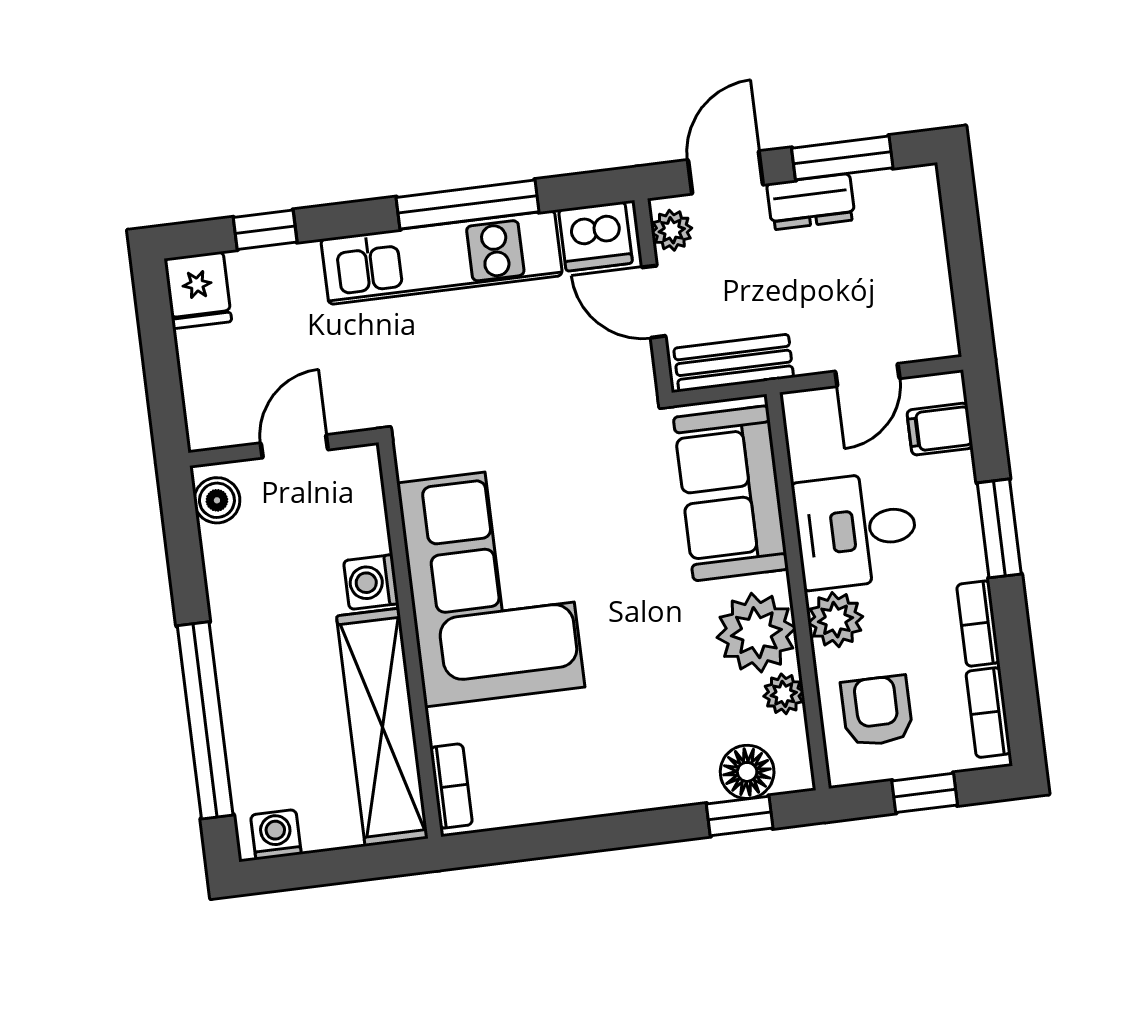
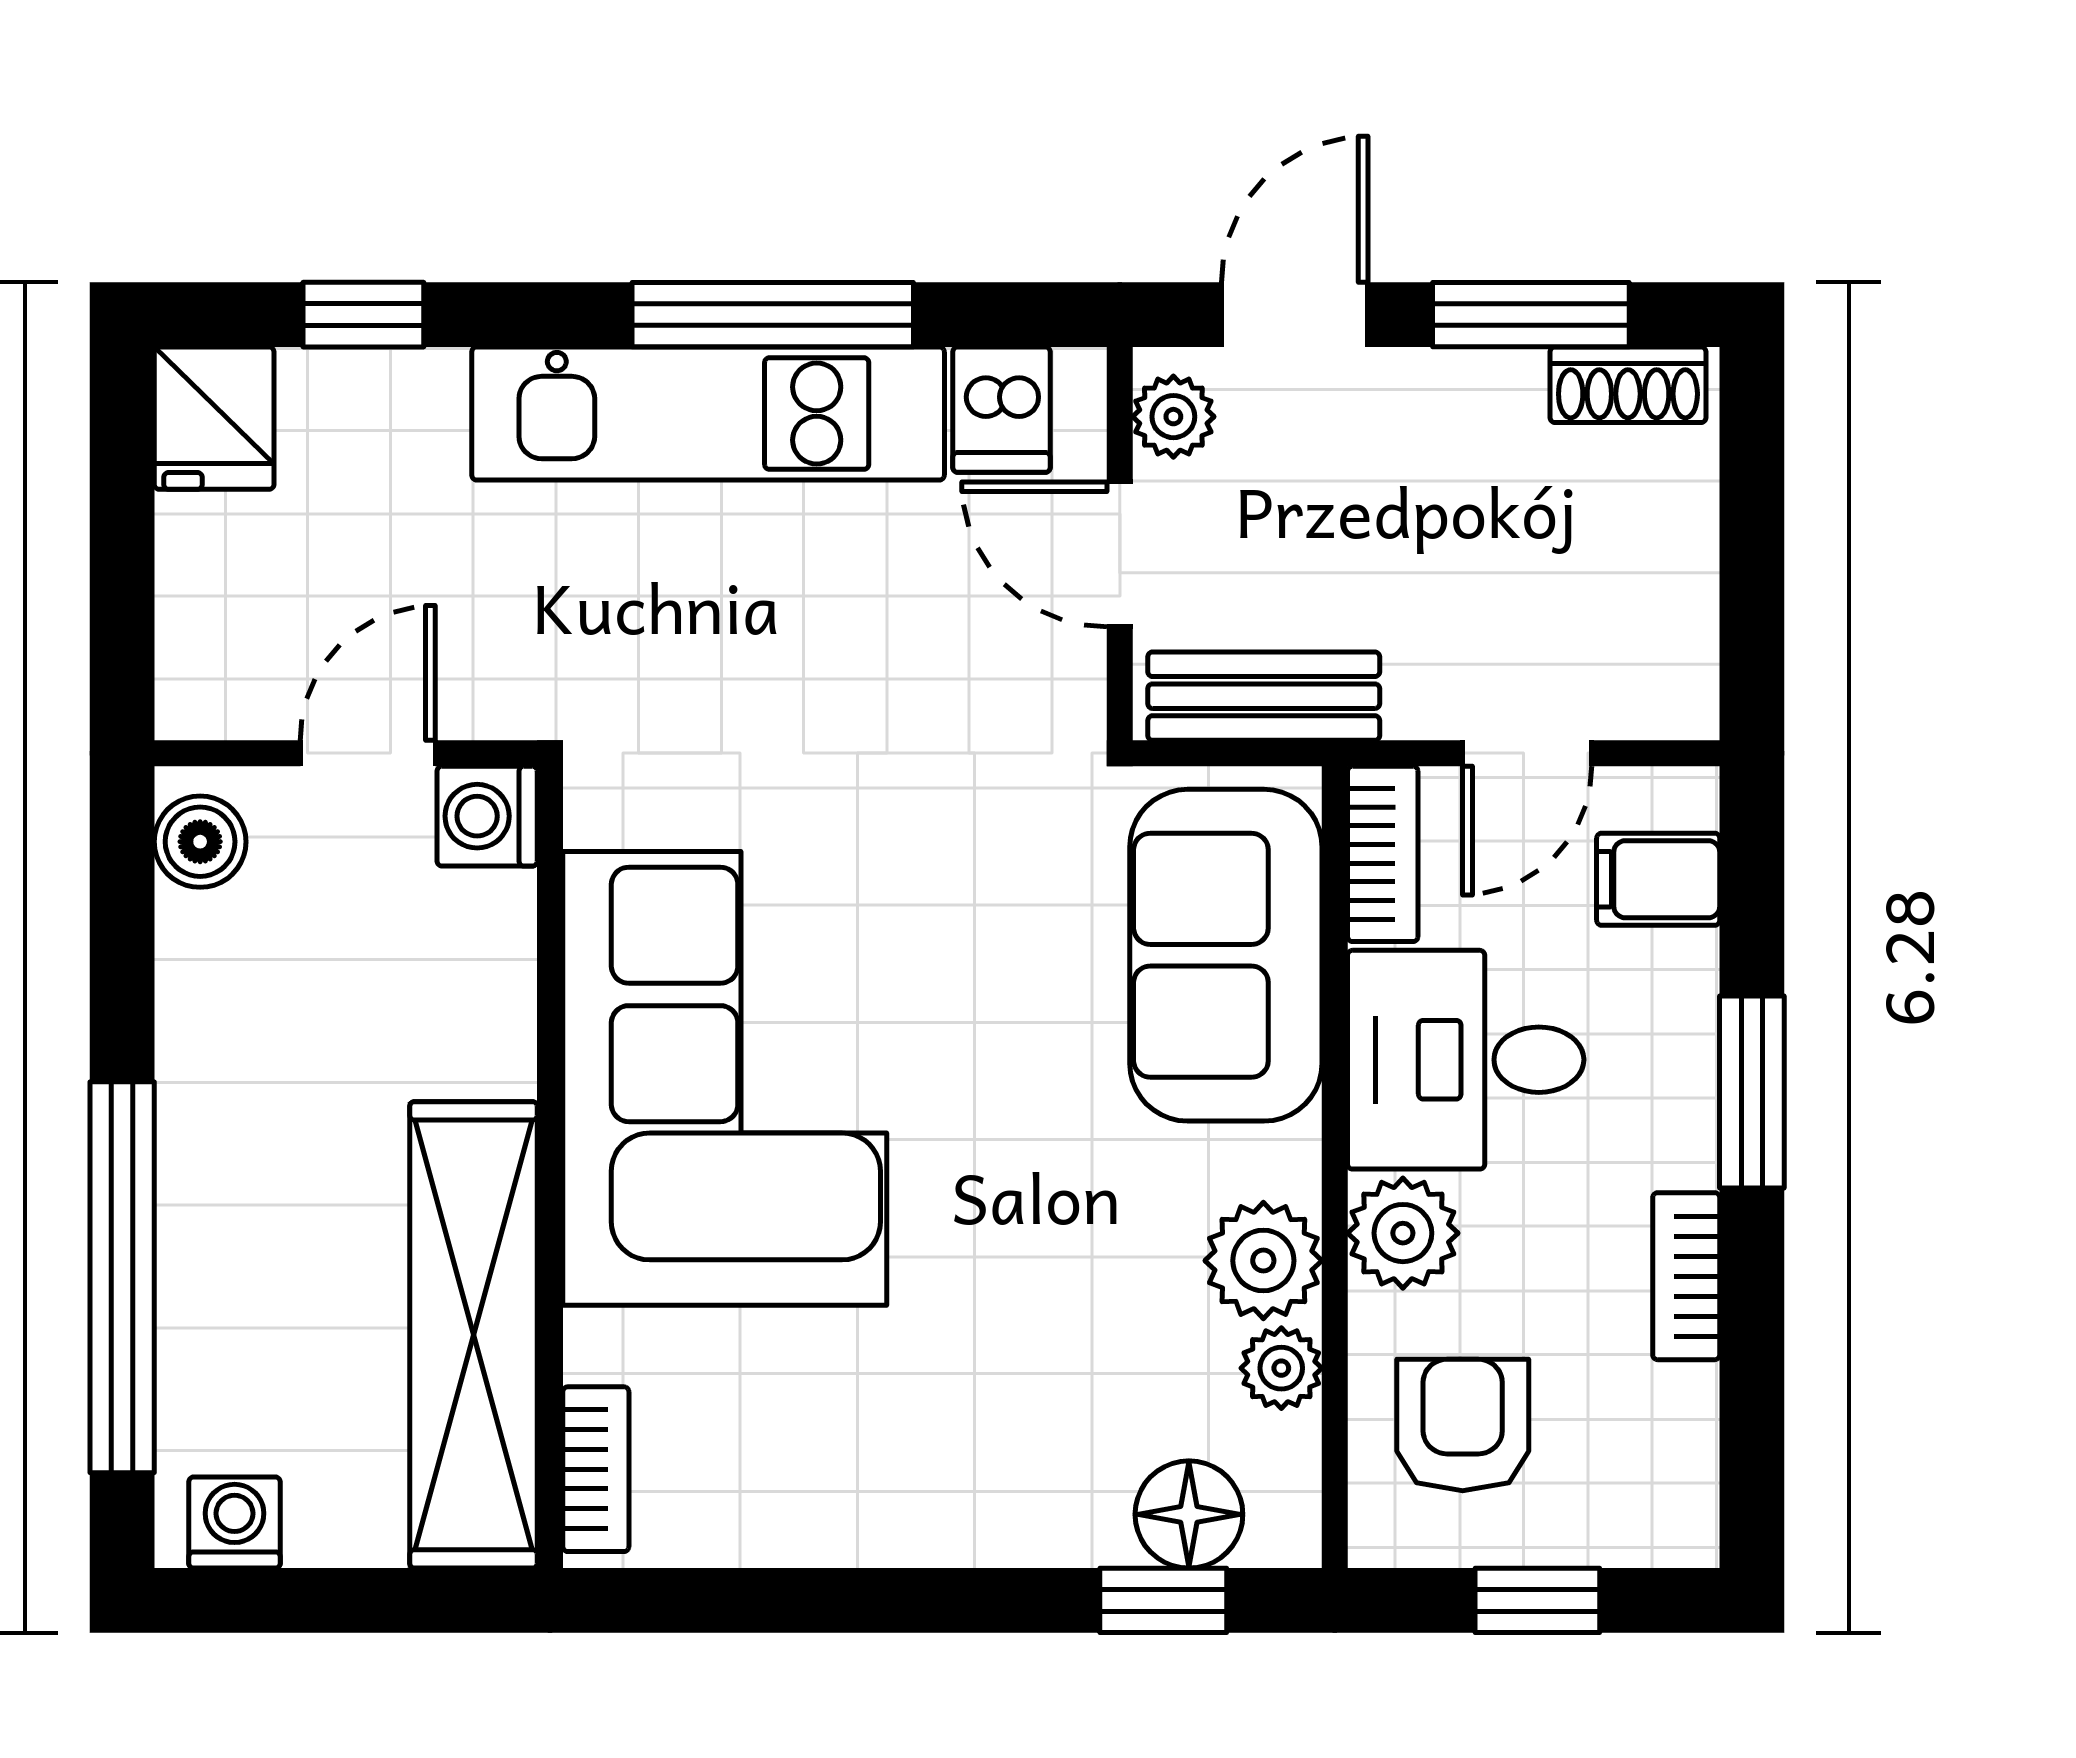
shoe rack: (895, 187) -> (1628, 385), added
dresser: (811, 202) -> (1458, 394), removed
dishwasher: (595, 236) -> (1001, 410), width x0.73
washing machine: (371, 582) -> (487, 816), moved
plant: (756, 633) -> (1263, 1261), width x0.73, depth x0.73
bookcase: (988, 713) -> (1383, 854), moved, turned 180

